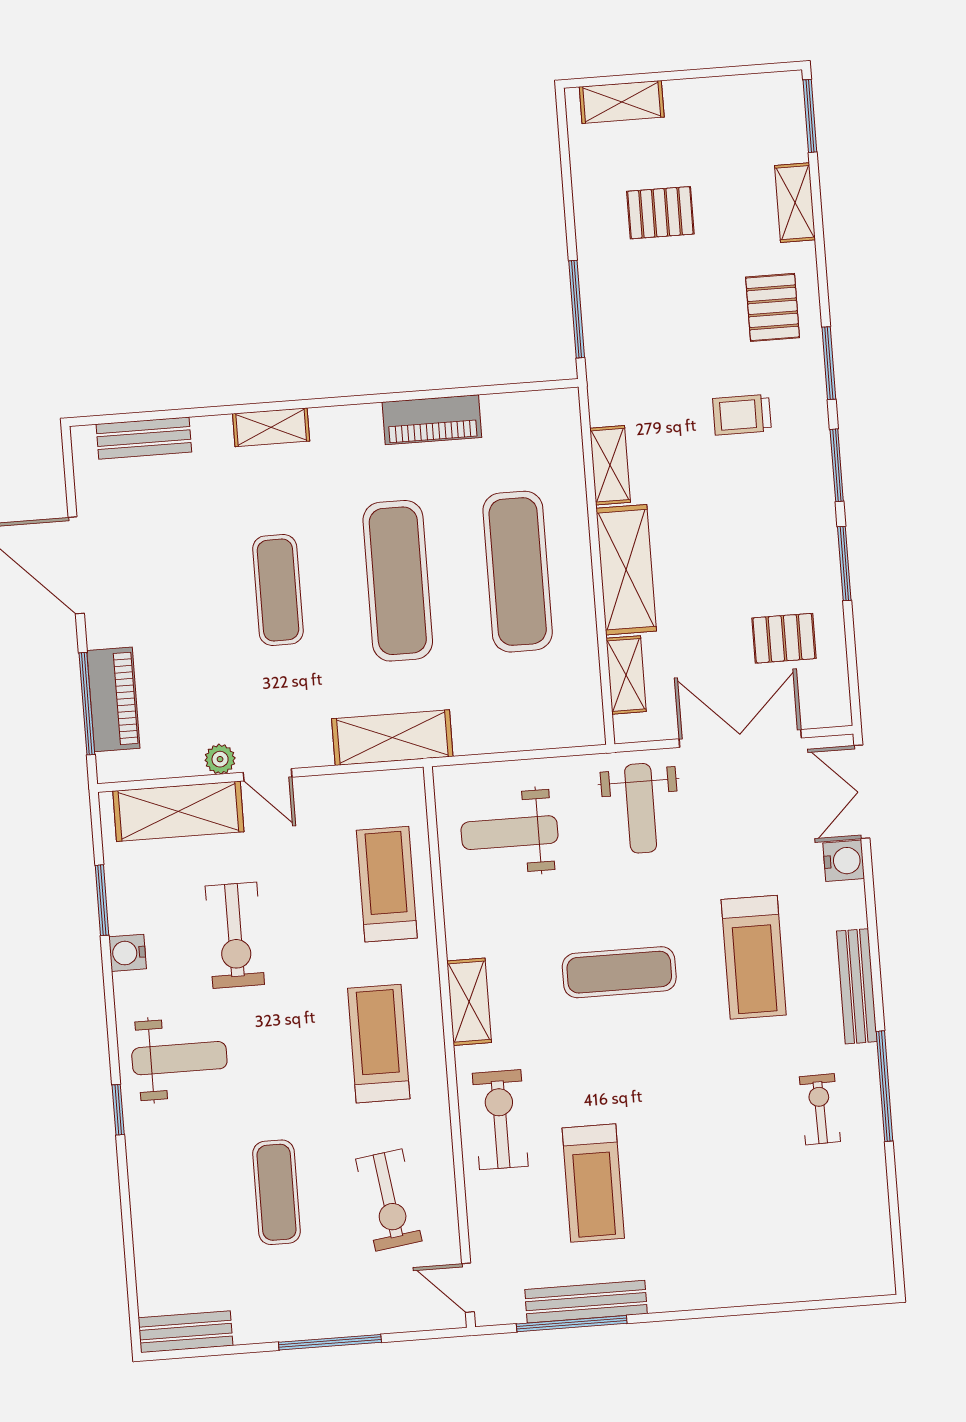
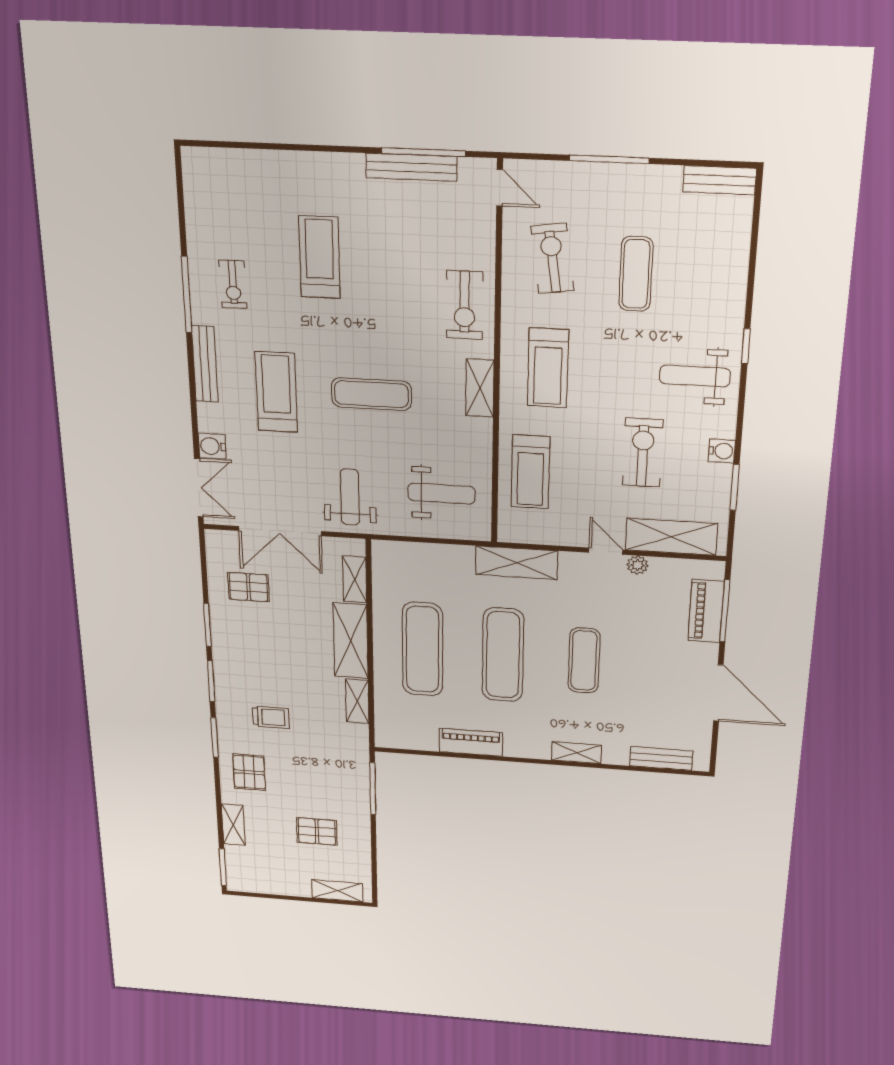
treadmill: (593, 1183) -> (319, 257), moved

